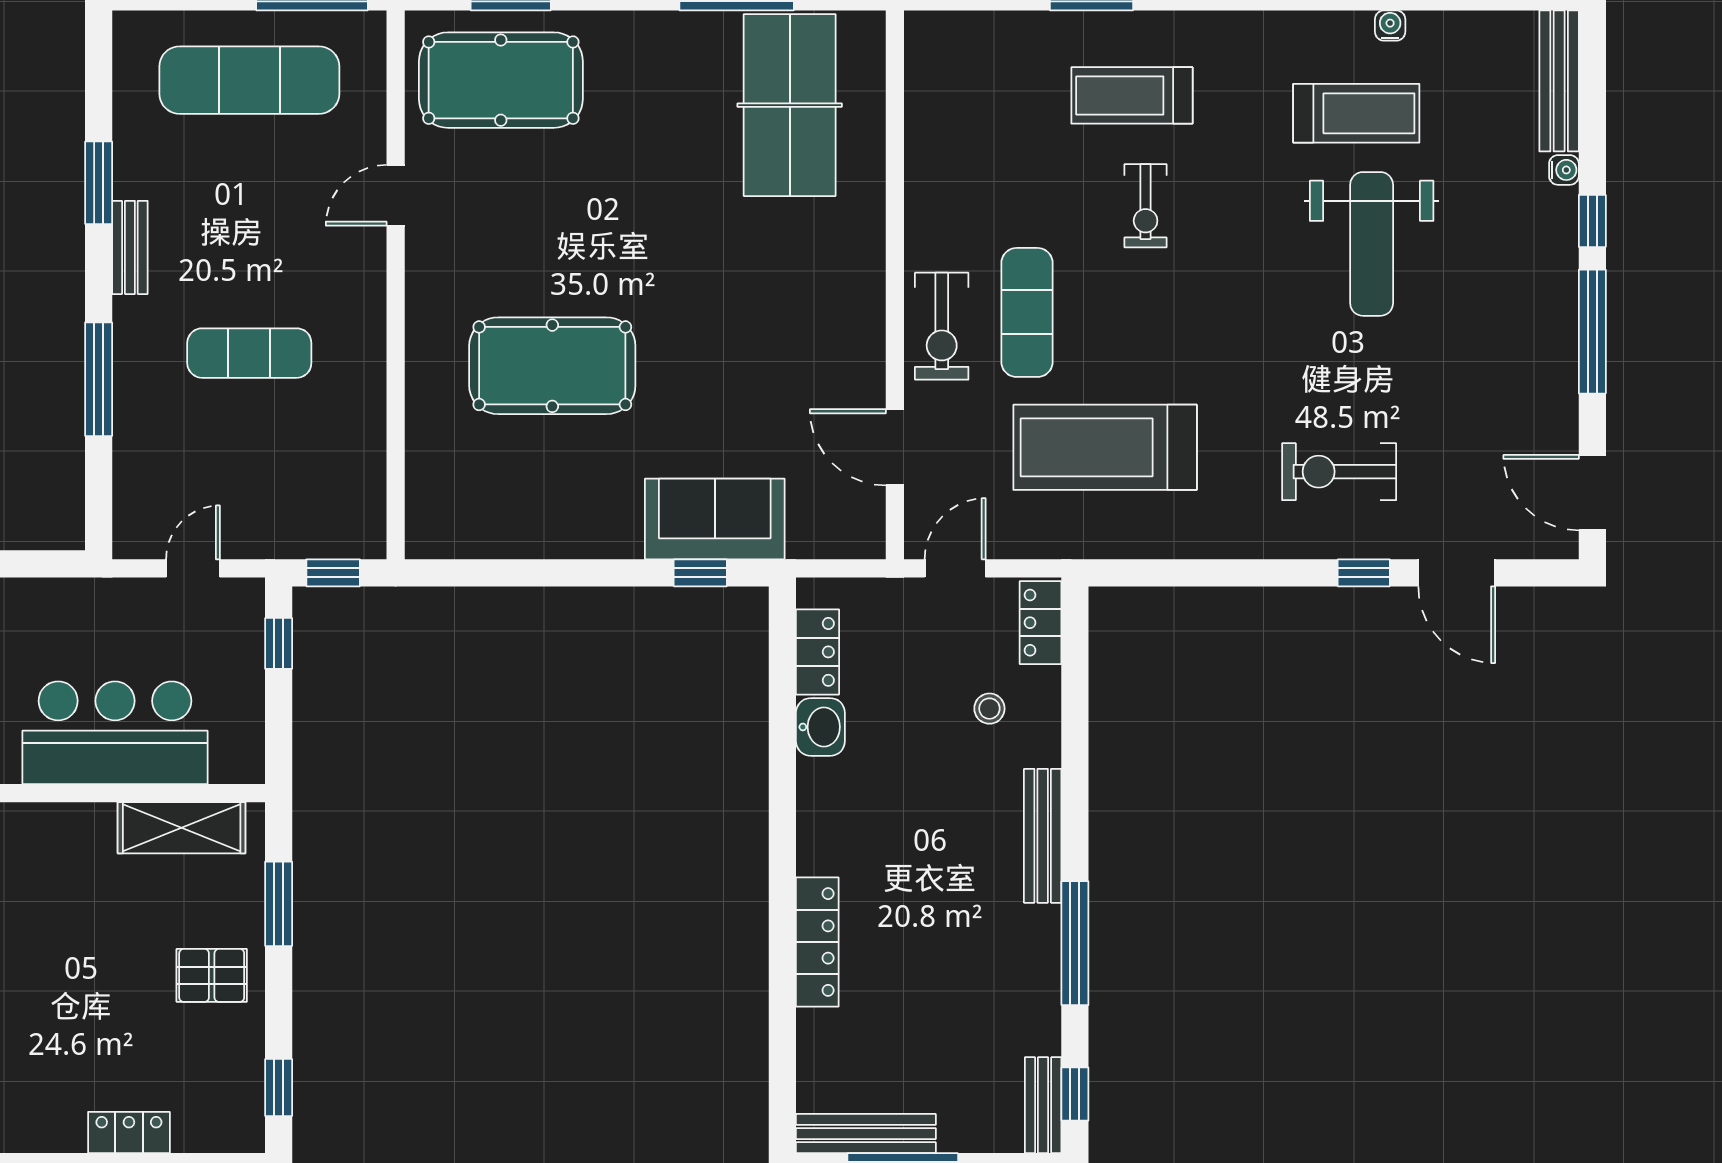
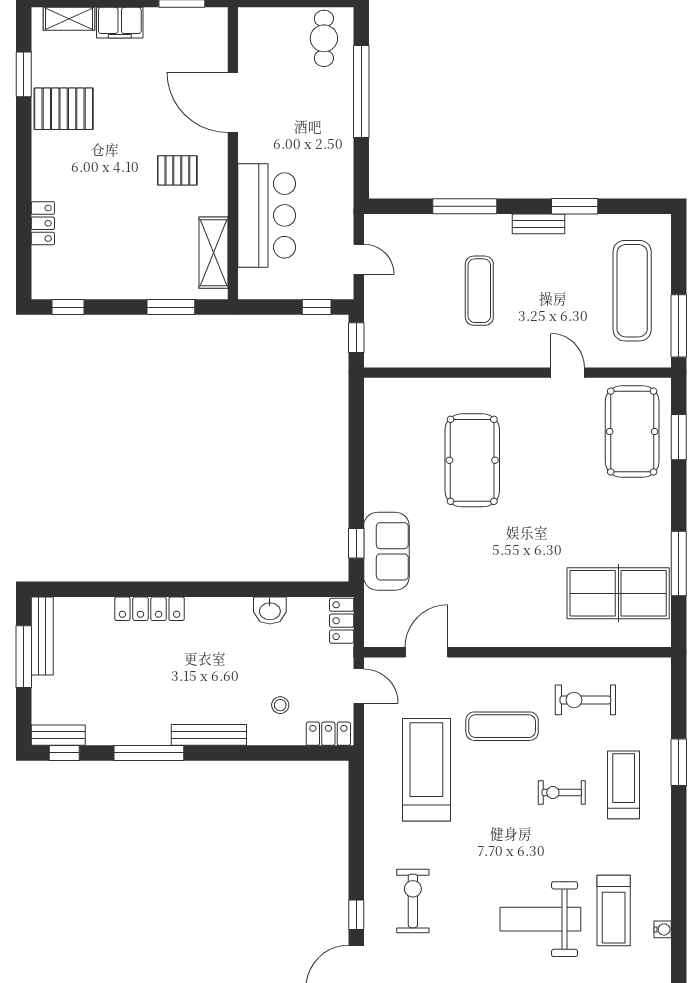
exercise bike: (942, 326) -> (585, 700), moved
locker: (818, 652) -> (342, 621), moved, turned 90
pallet: (212, 975) -> (177, 170), moved, turned 90

